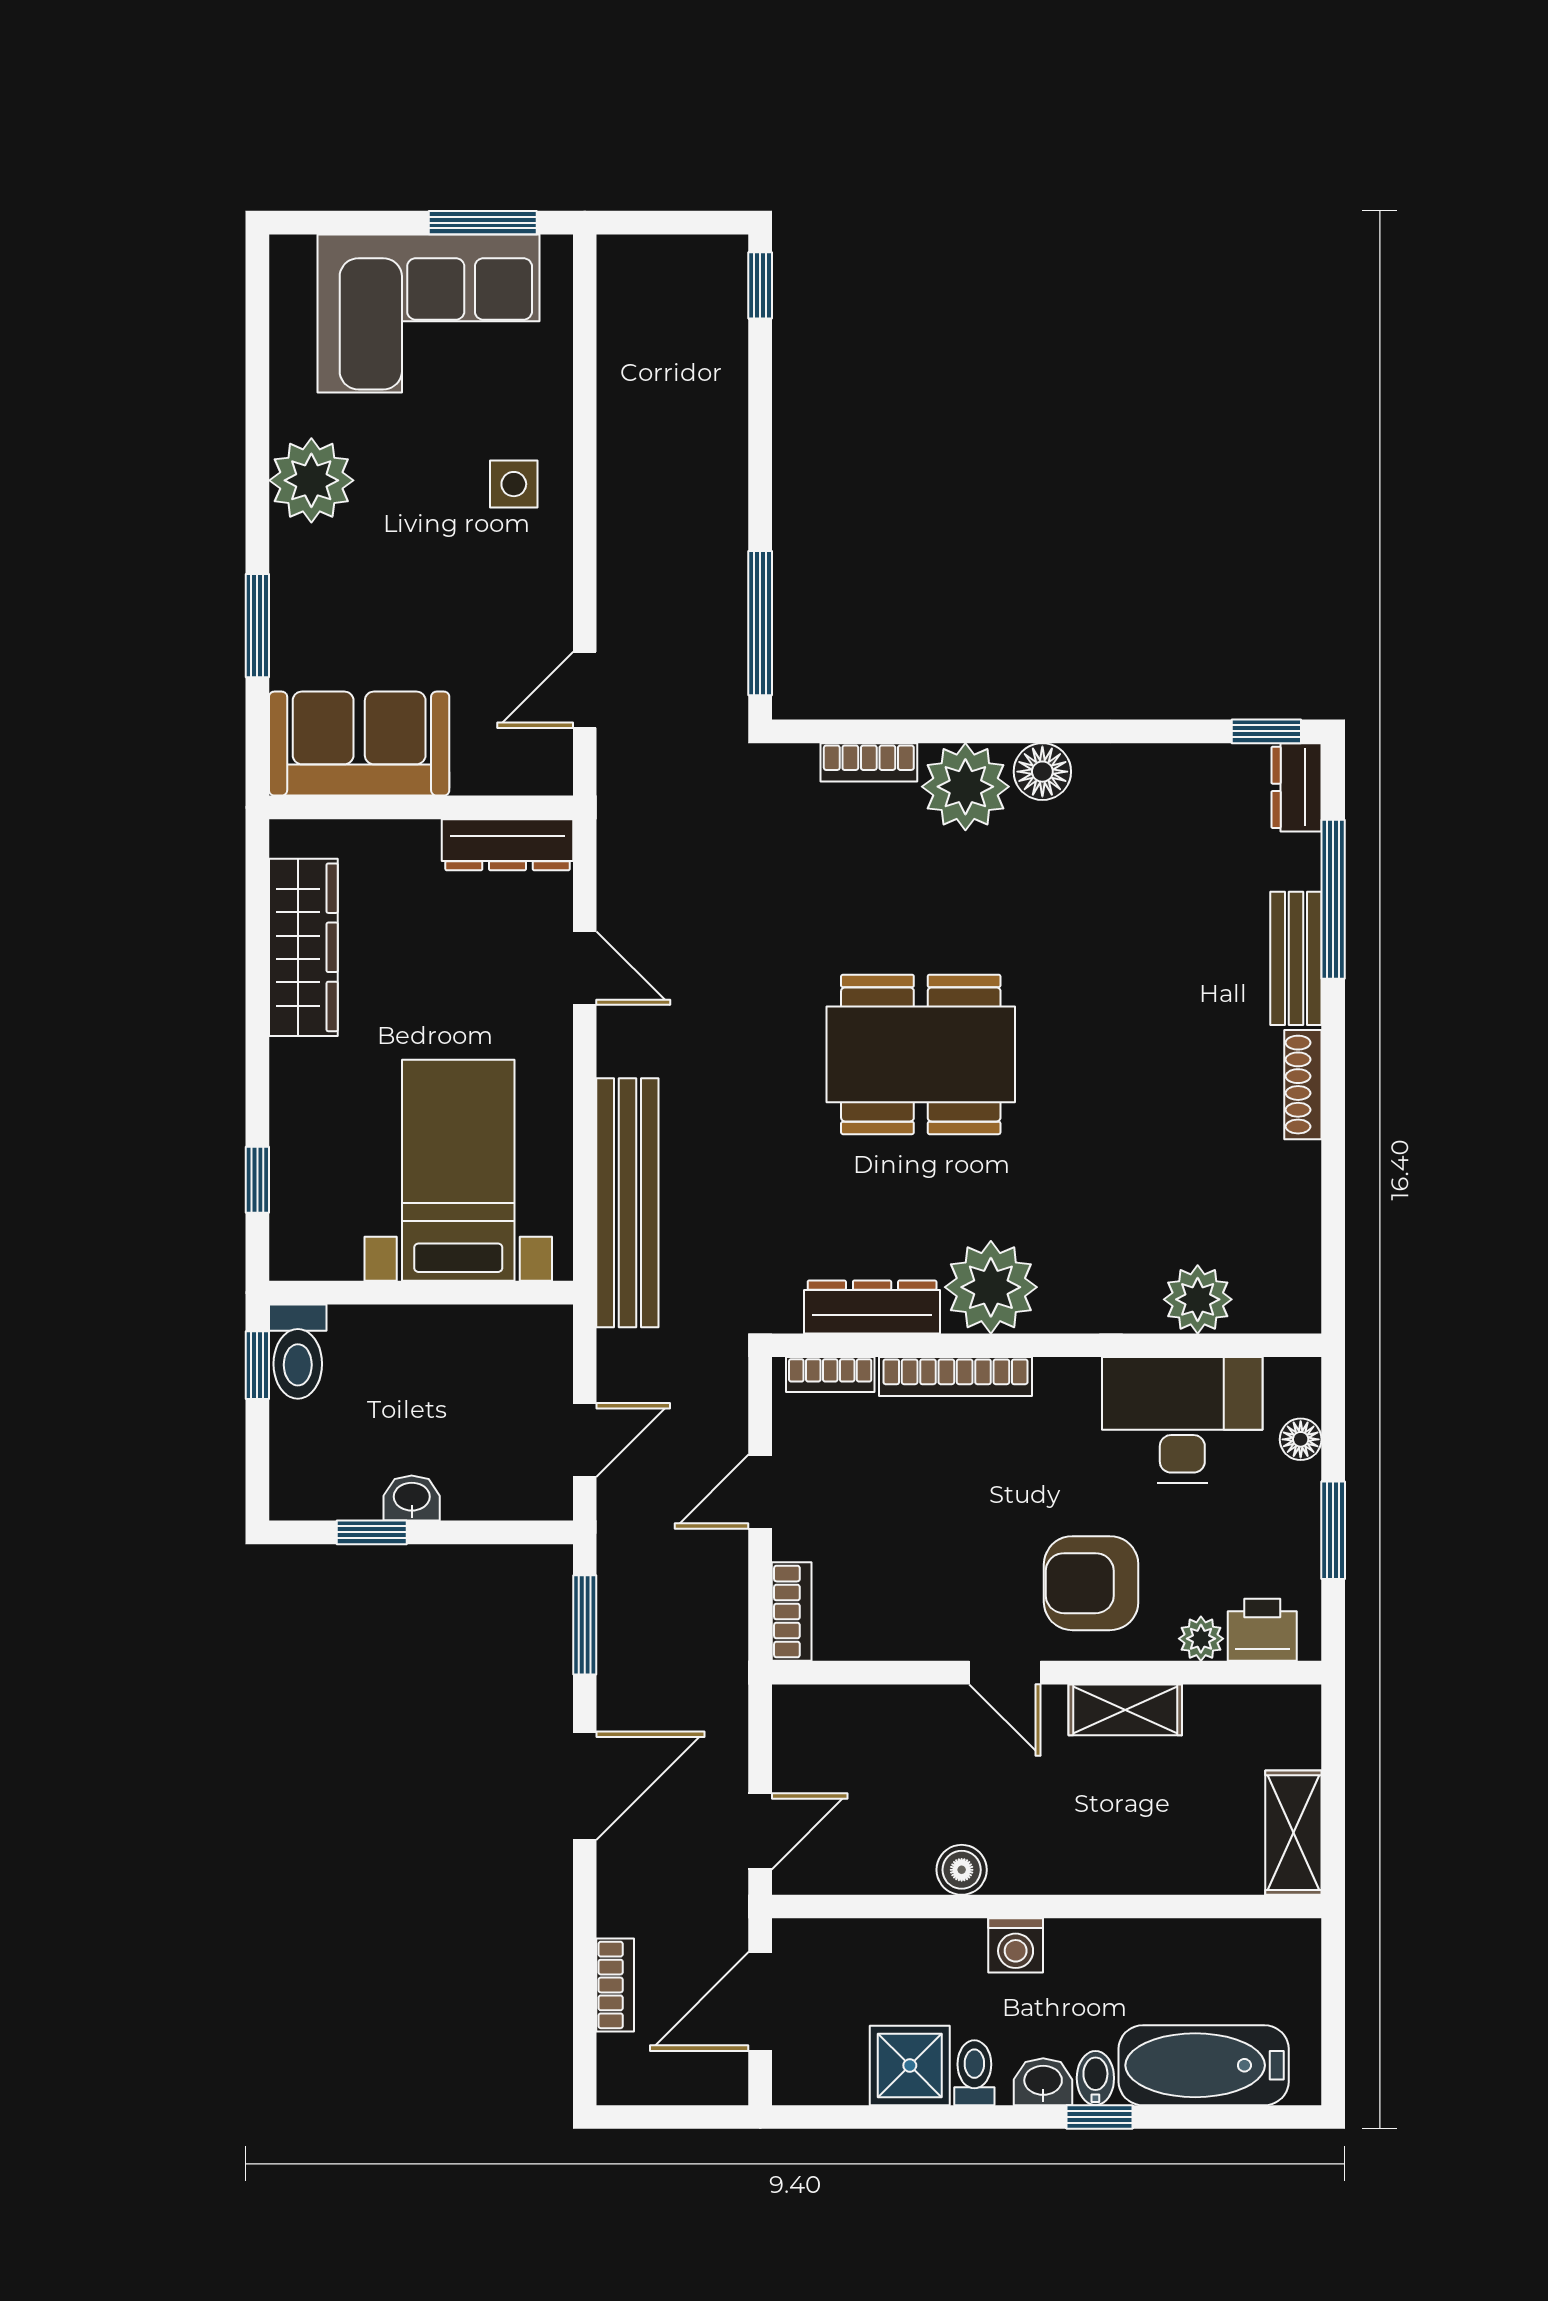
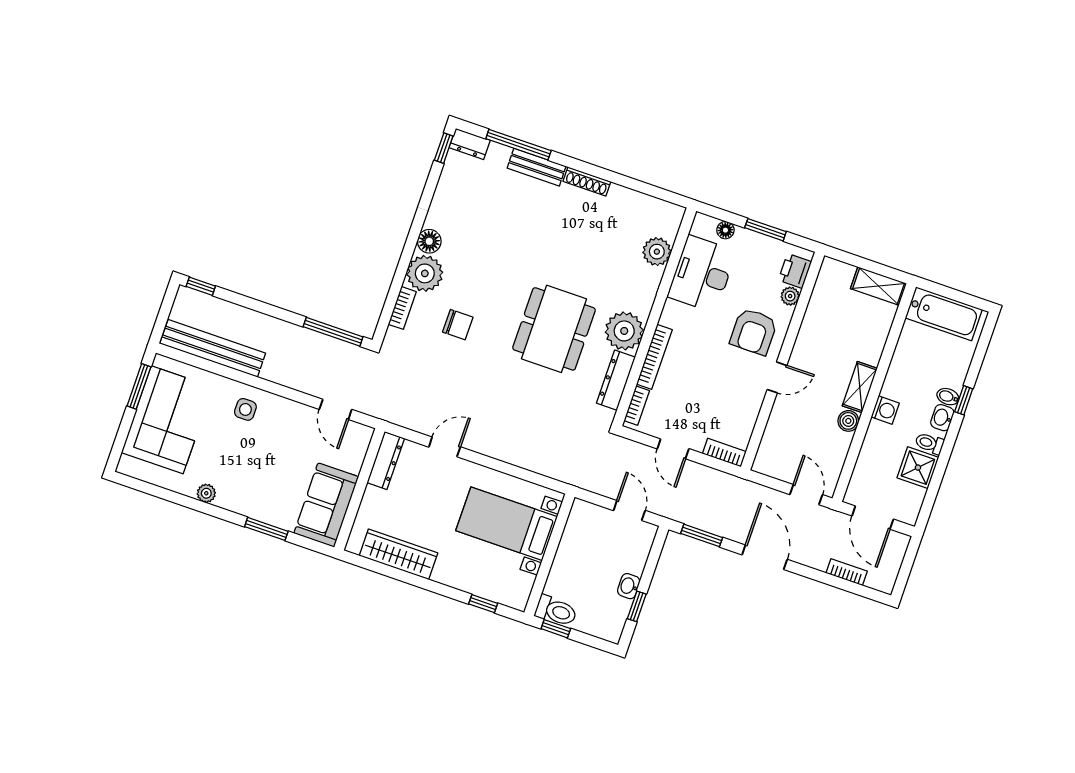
plant: (311, 480) -> (206, 493), width x0.53, depth x0.53
chair: (874, 902) -> (458, 325), added
dining table: (921, 1054) -> (554, 329), moved
bench: (627, 1203) -> (213, 348), moved
shelving: (1125, 1710) -> (860, 387), moved
bathtub: (1204, 2065) -> (944, 314), moved, turned -90

